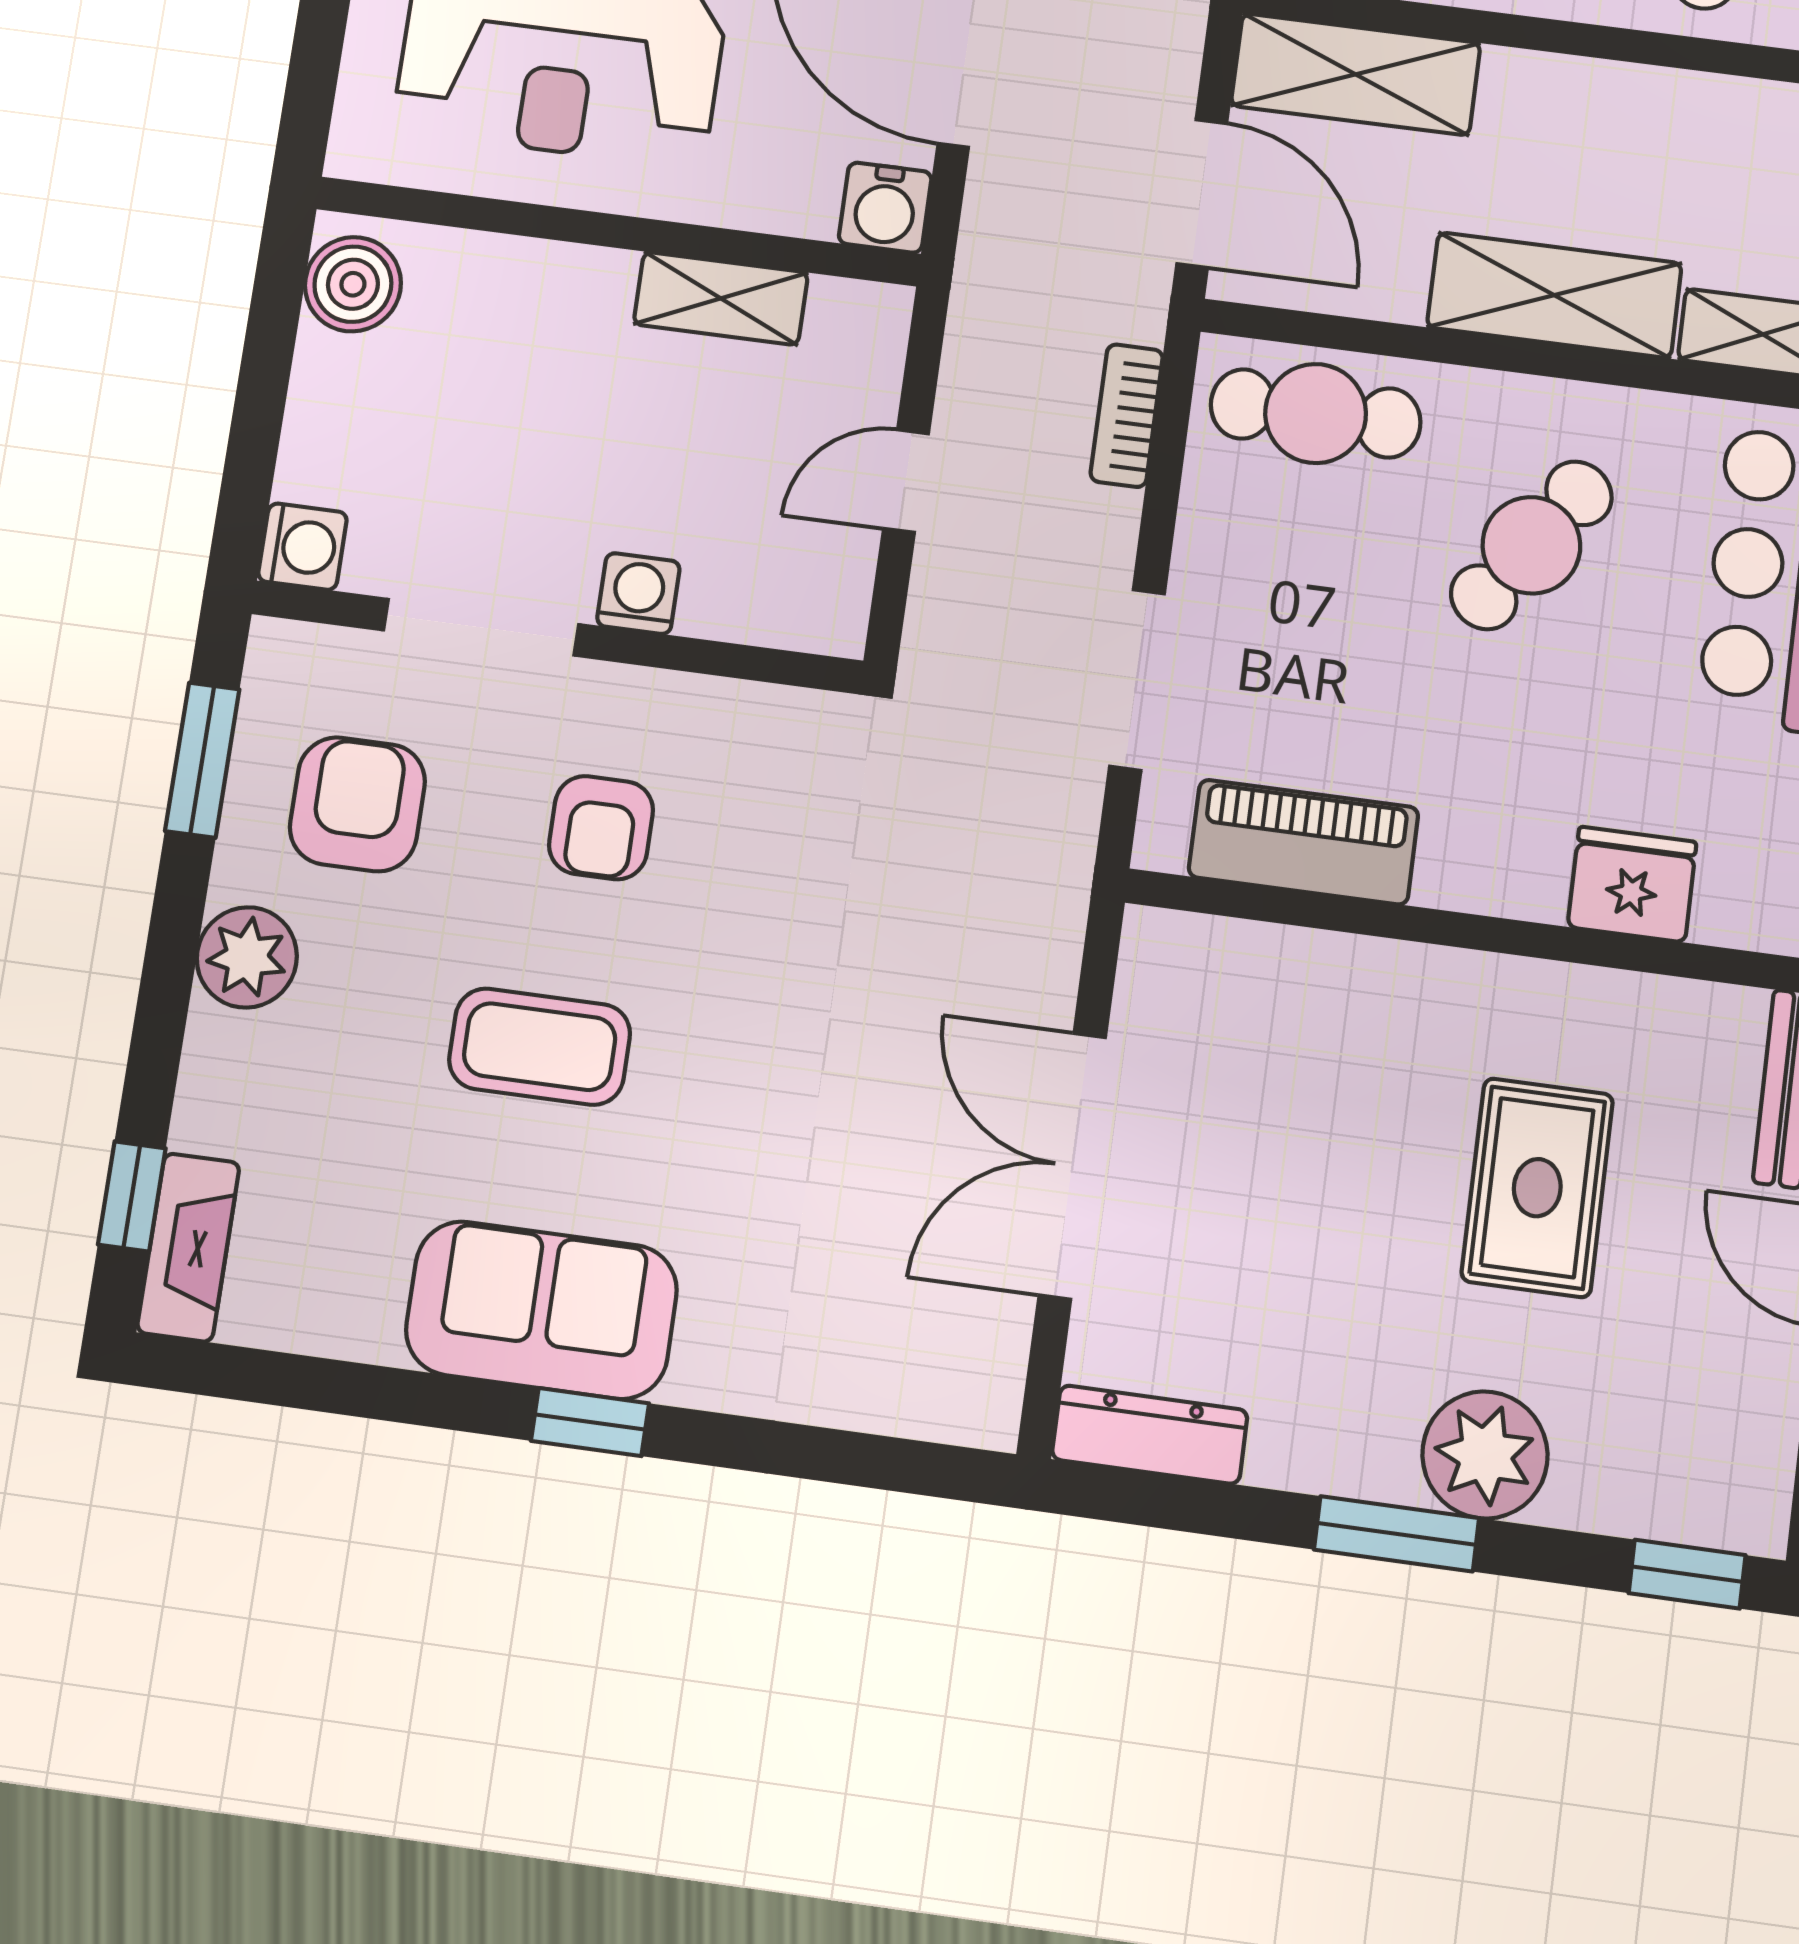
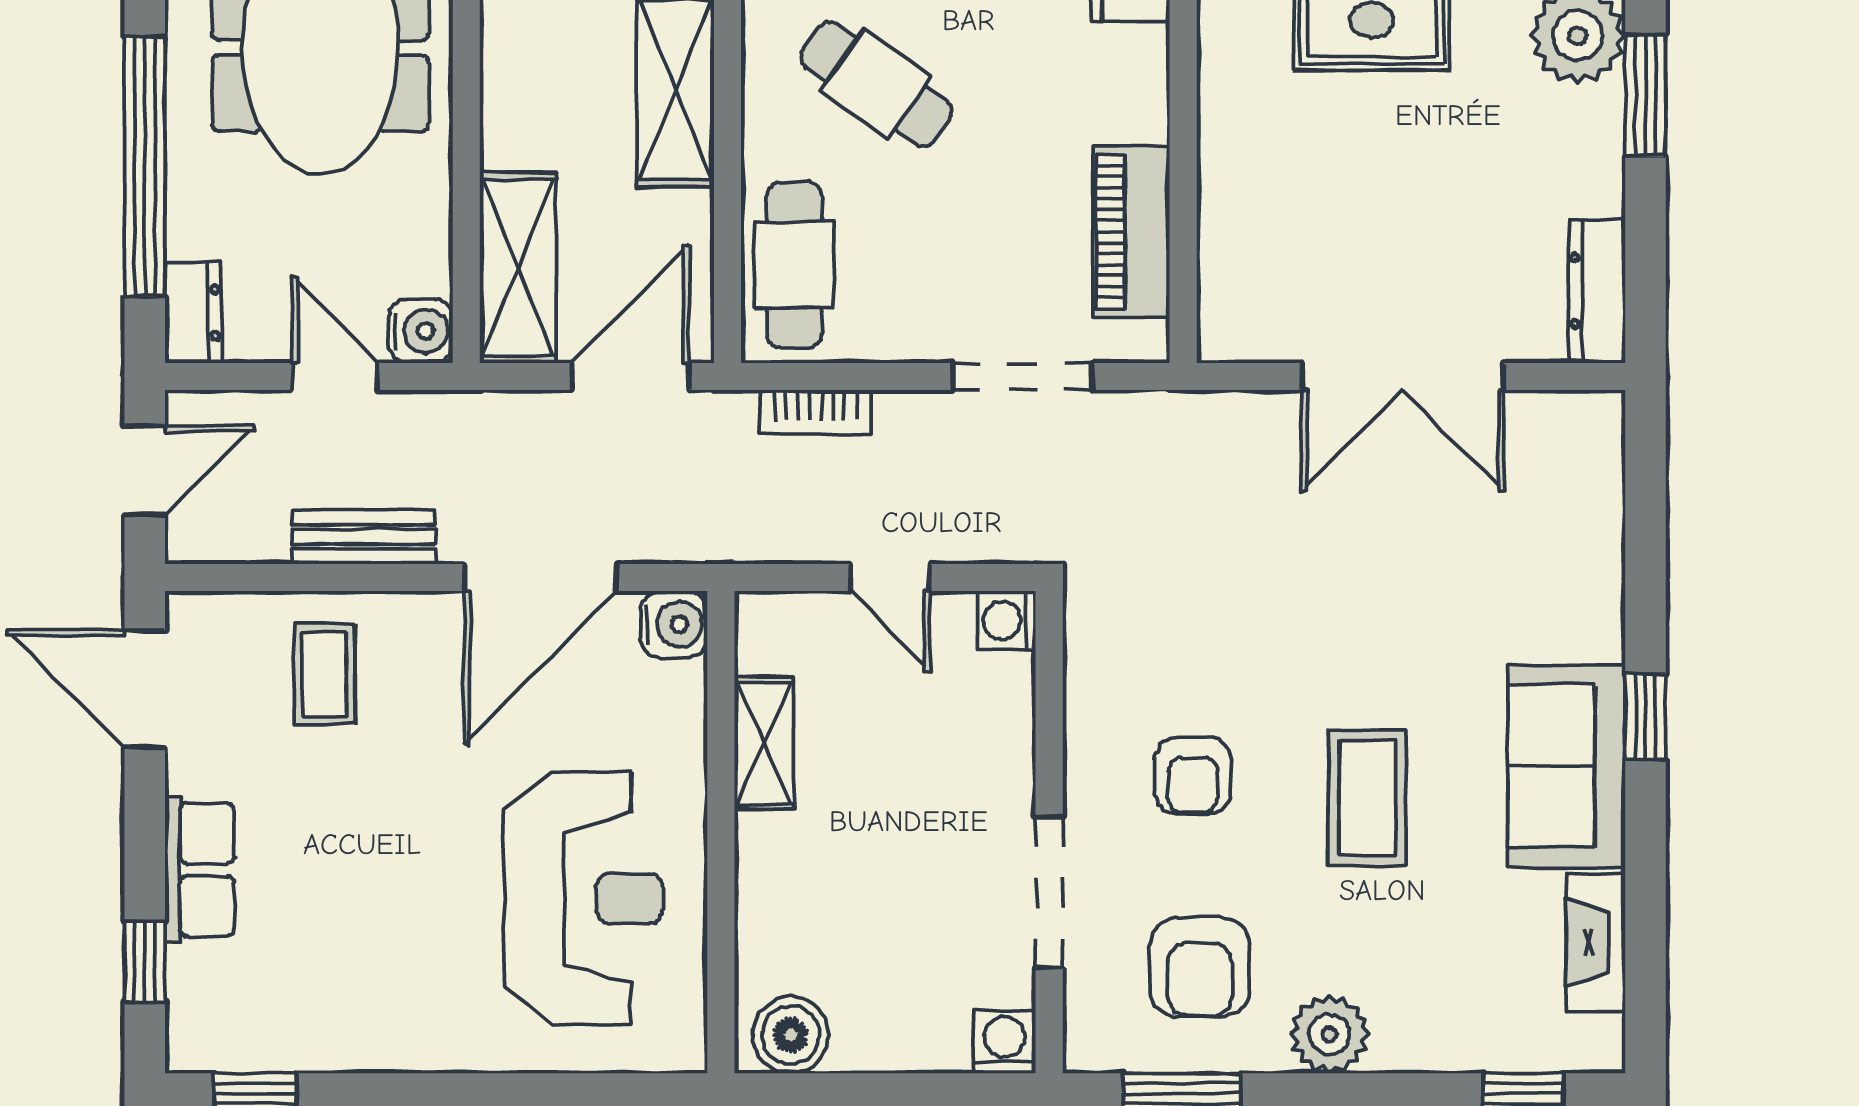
washing machine: (638, 594) -> (1006, 620), moved
armchair: (357, 804) -> (1200, 967), turned -90
armchair: (601, 828) -> (1193, 776), turned 90
fireplace: (188, 1247) -> (1596, 942), moved, turned -90

